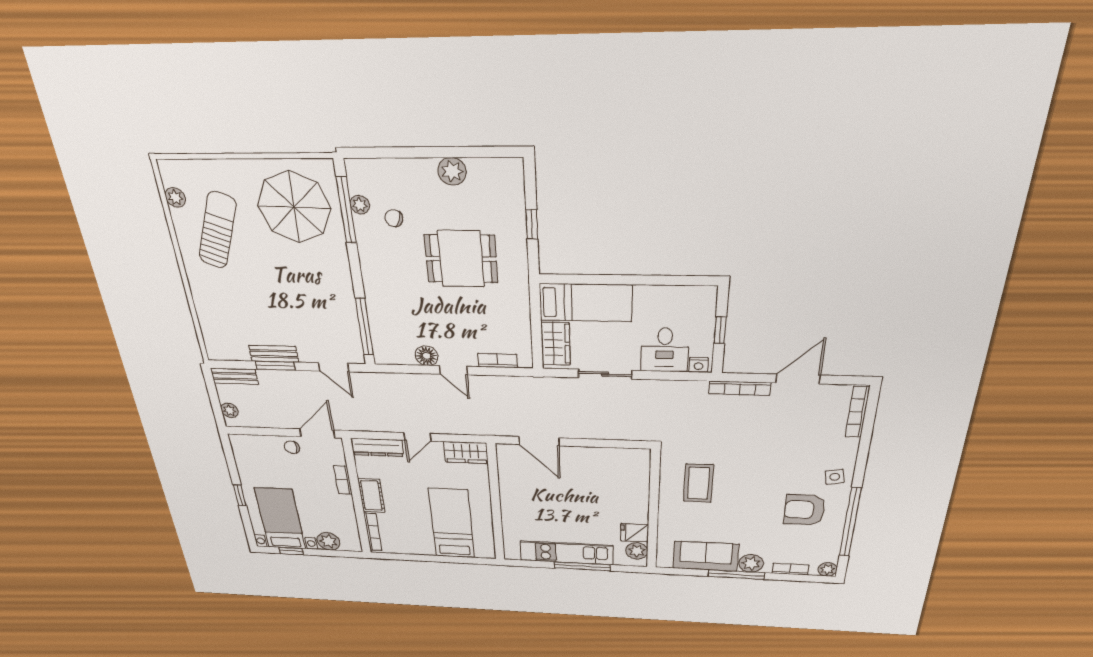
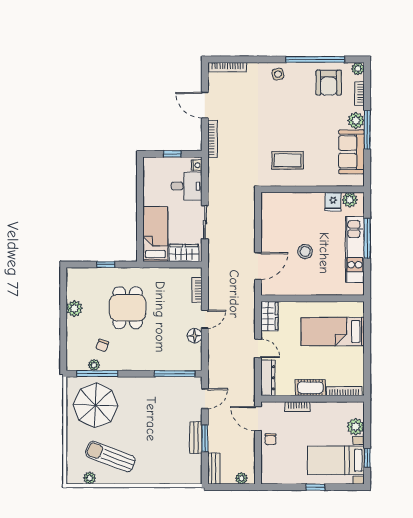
stool: (562, 498) -> (305, 251), added
armchair: (805, 510) -> (329, 83), moved

